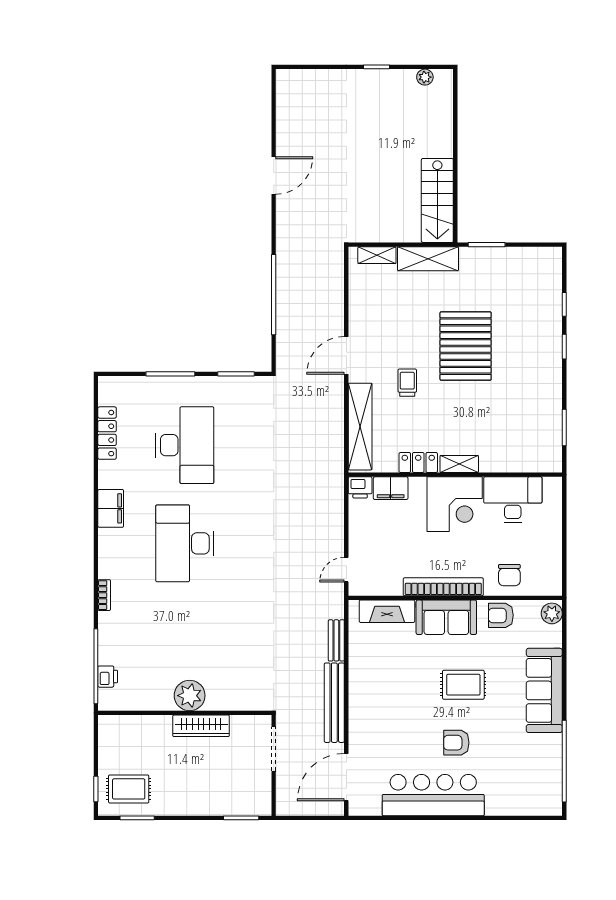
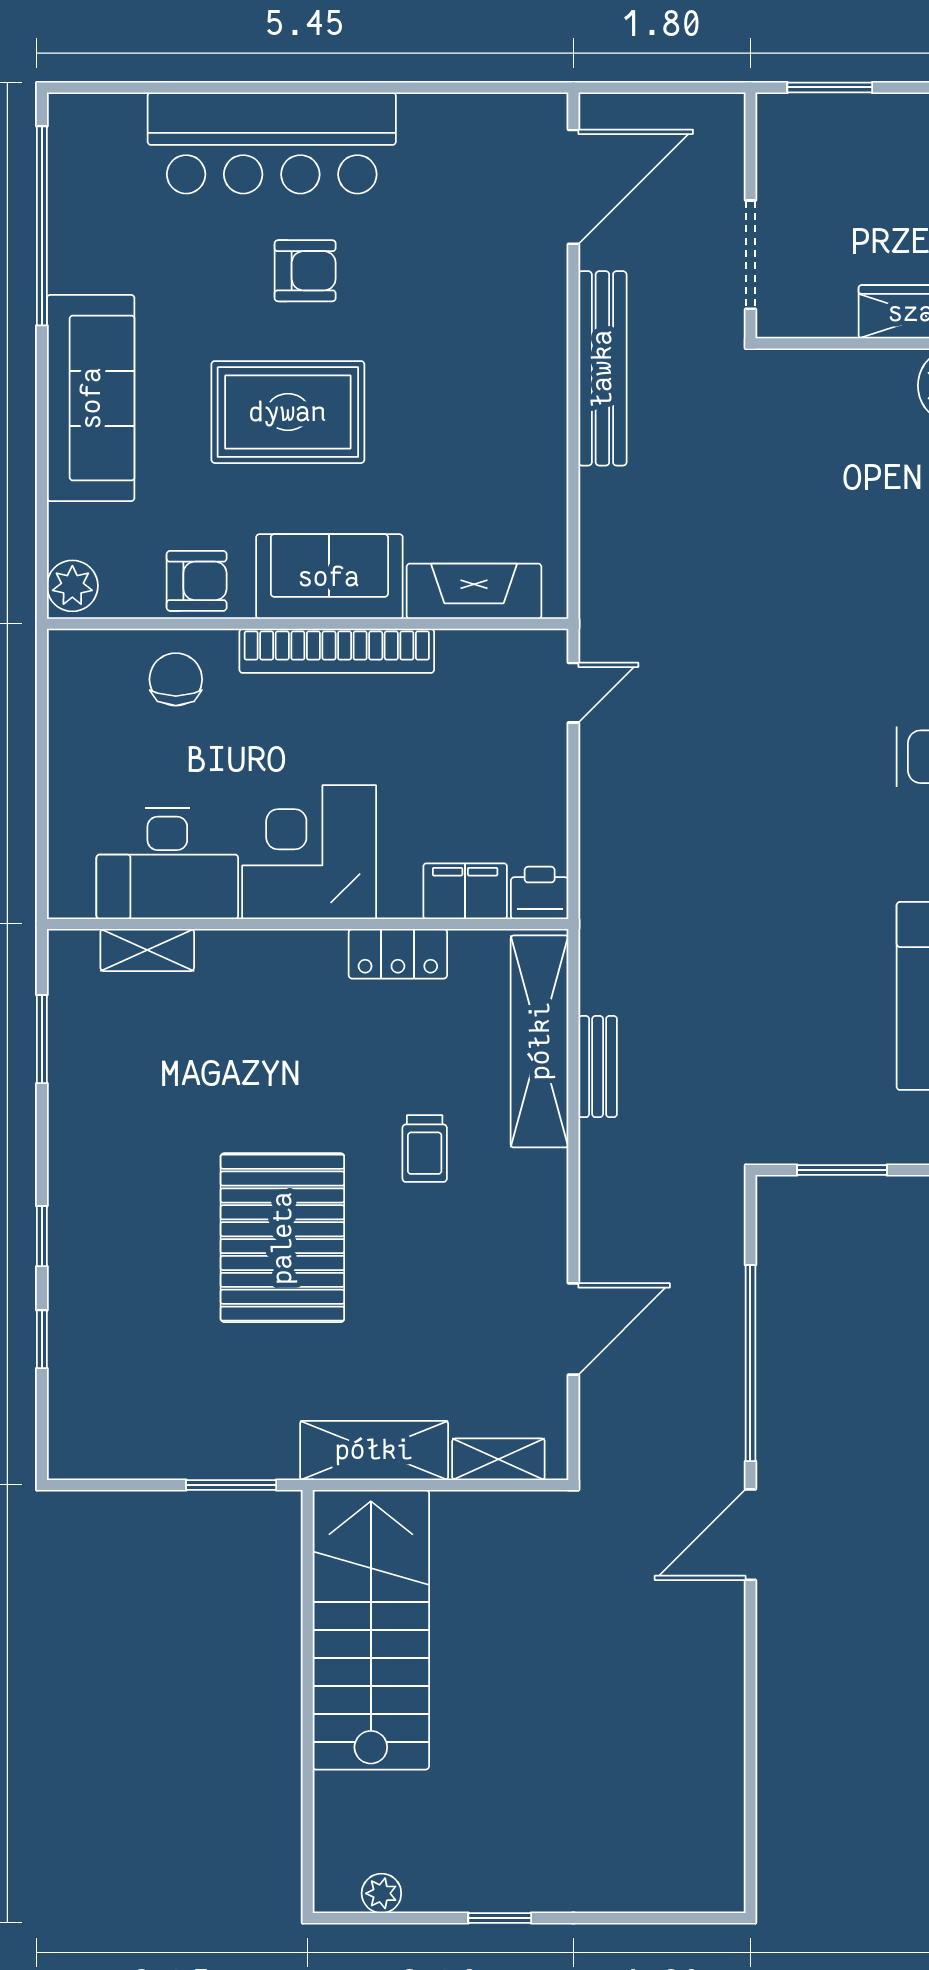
door: (274, 176) -> (750, 1535), moved
stairs: (437, 200) -> (371, 1630), width x1.36, depth x1.51
door: (346, 355) -> (573, 1329), moved
shelving: (459, 464) -> (147, 950), moved
bench: (336, 640) -> (598, 1067), moved
rug: (463, 685) -> (288, 412), width x1.36, depth x1.43
bar counter: (433, 795) -> (272, 143), moved

